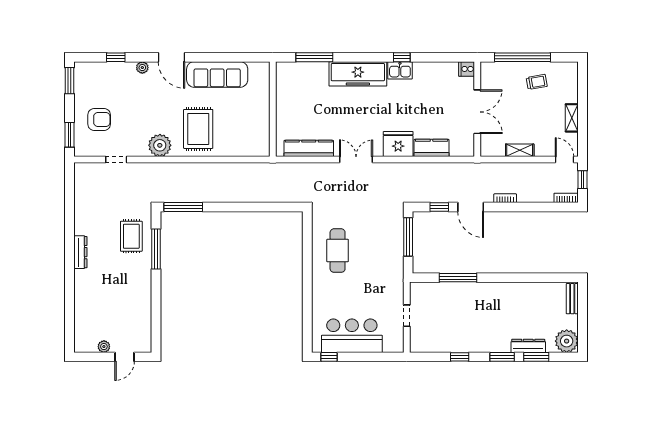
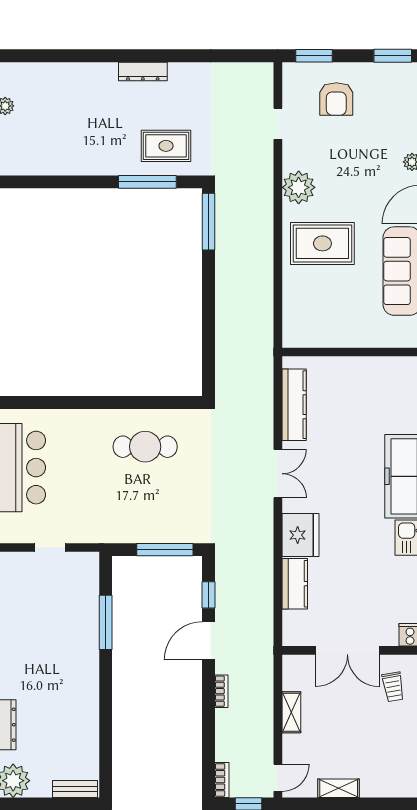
trolley: (537, 82) -> (393, 687), moved

